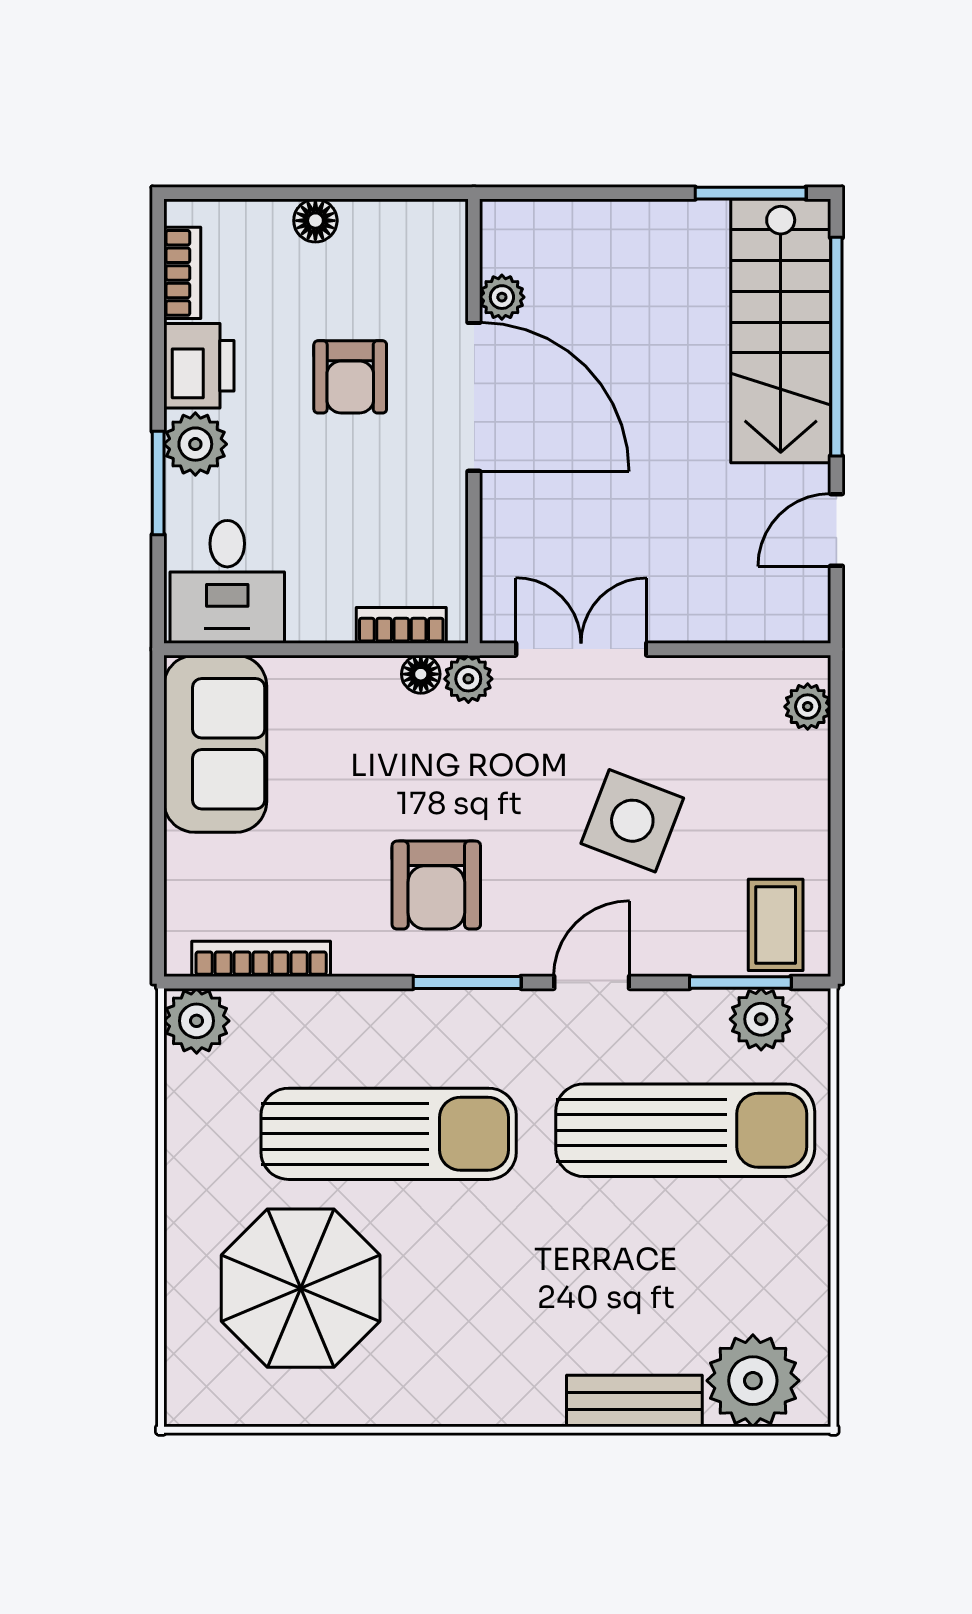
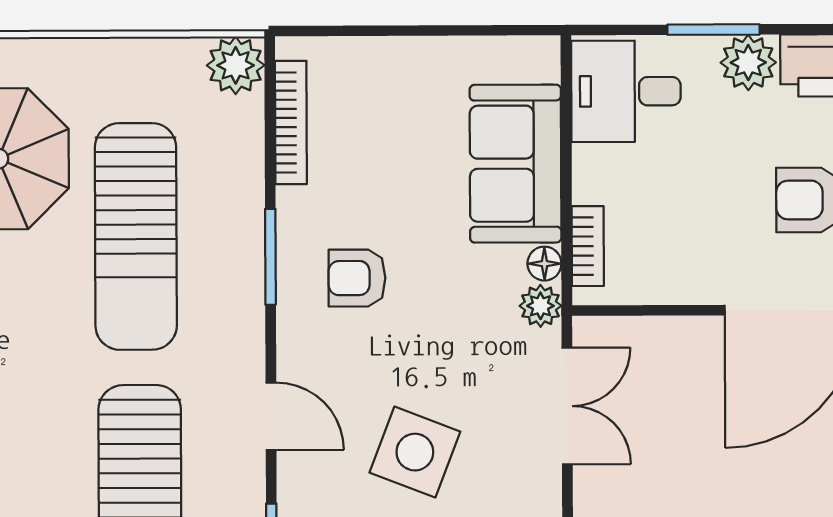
sofa: (215, 744) -> (515, 164), moved, turned 90
armchair: (436, 885) -> (357, 278), width x0.72, depth x0.72
window: (467, 982) -> (270, 257), moved

